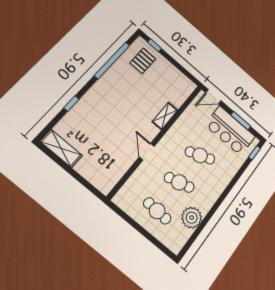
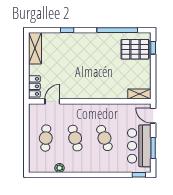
pallet: (143, 61) -> (135, 49), width x1.50, depth x1.42
shelving: (165, 116) -> (139, 94), moved
door: (147, 152) -> (52, 101), moved
locker: (98, 181) -> (34, 86), added
plant: (192, 218) -> (59, 168), width x0.53, depth x0.53

